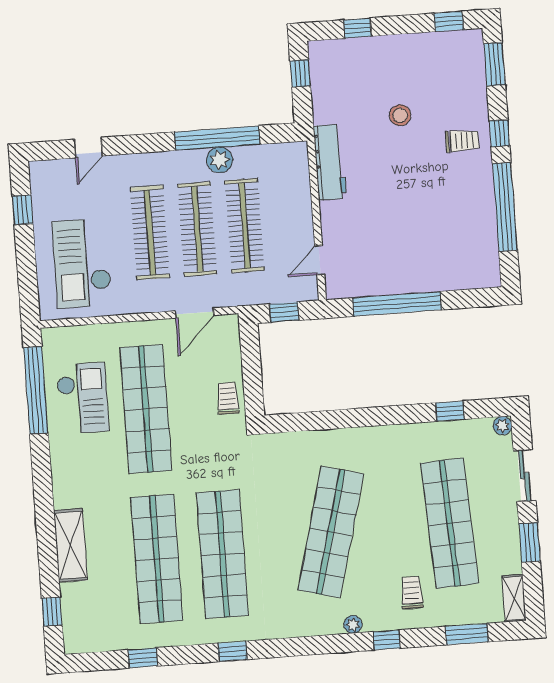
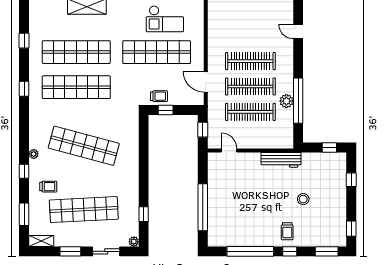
checkout: (82, 263) -> (237, 24), removed
window: (397, 304) -> (203, 207), moved
window: (253, 384) -> (166, 110), added

